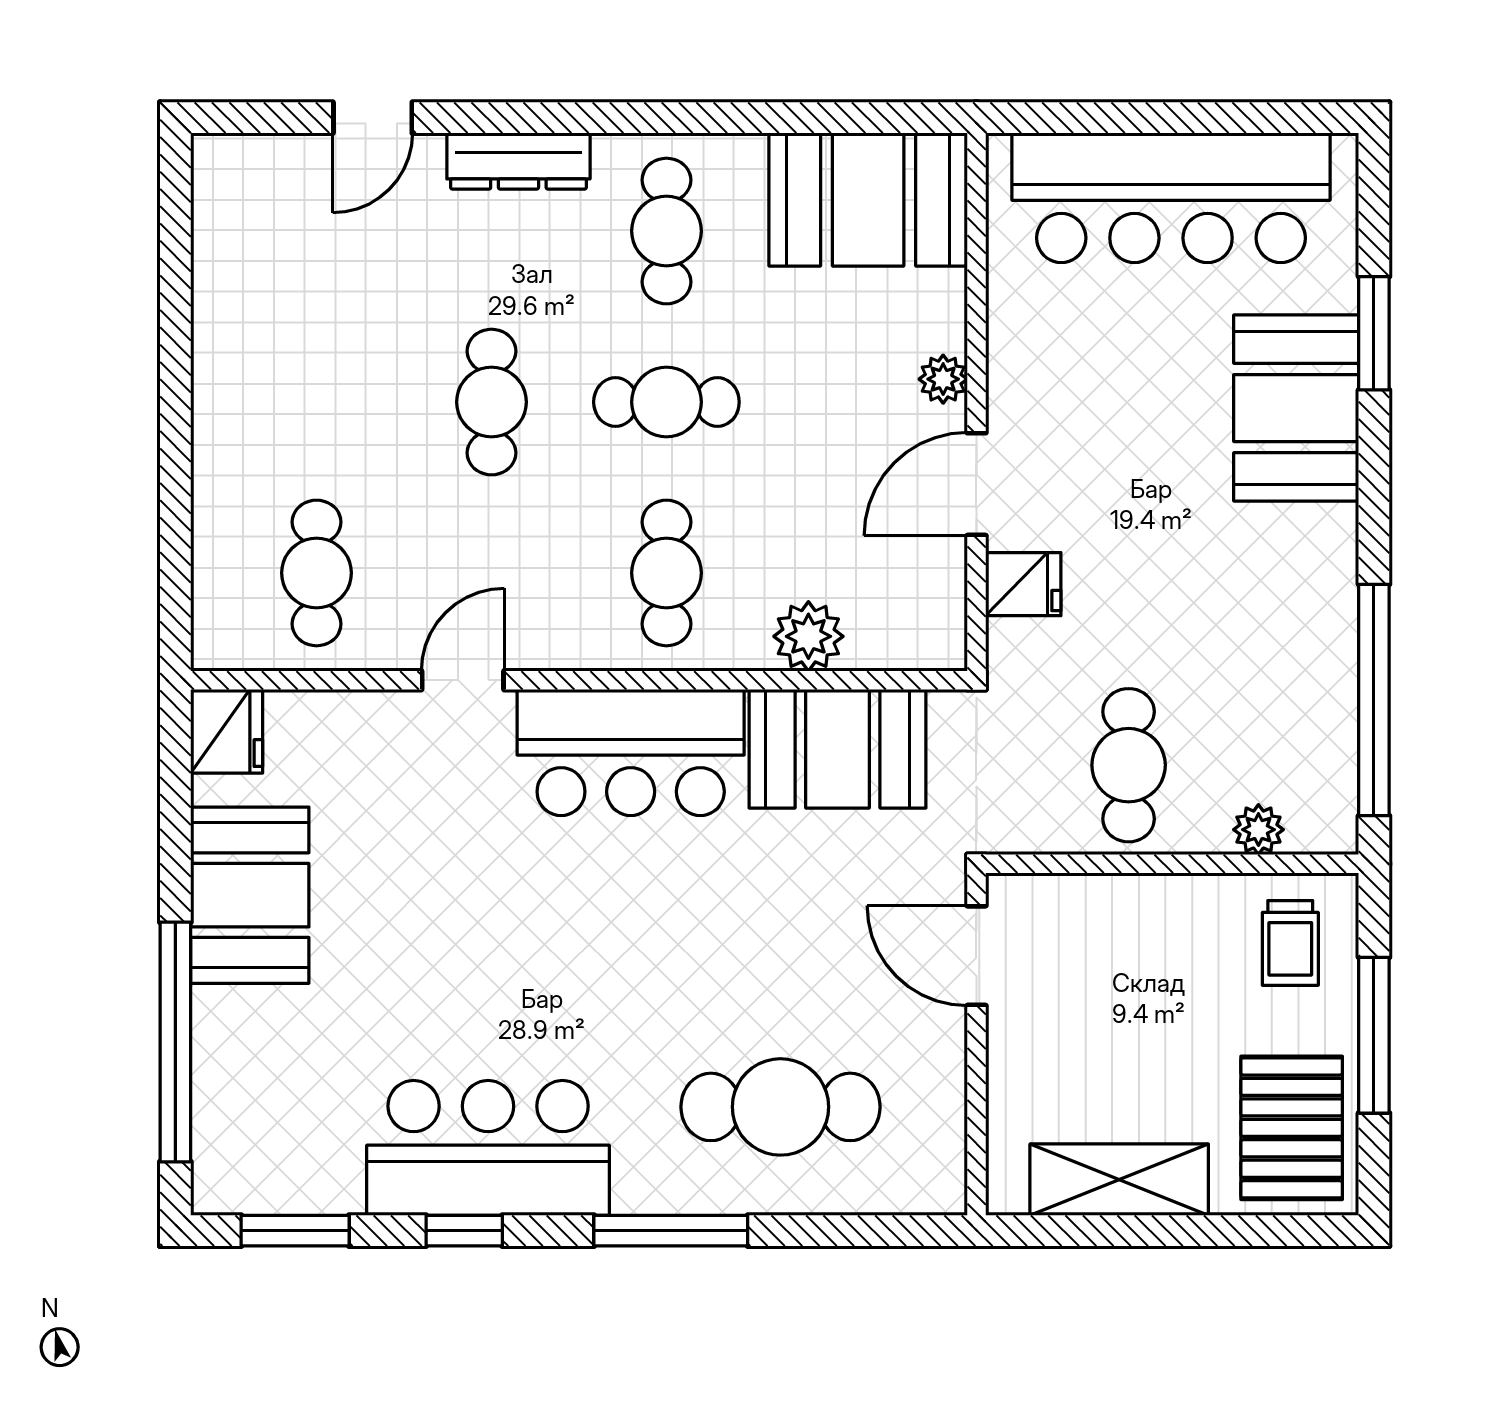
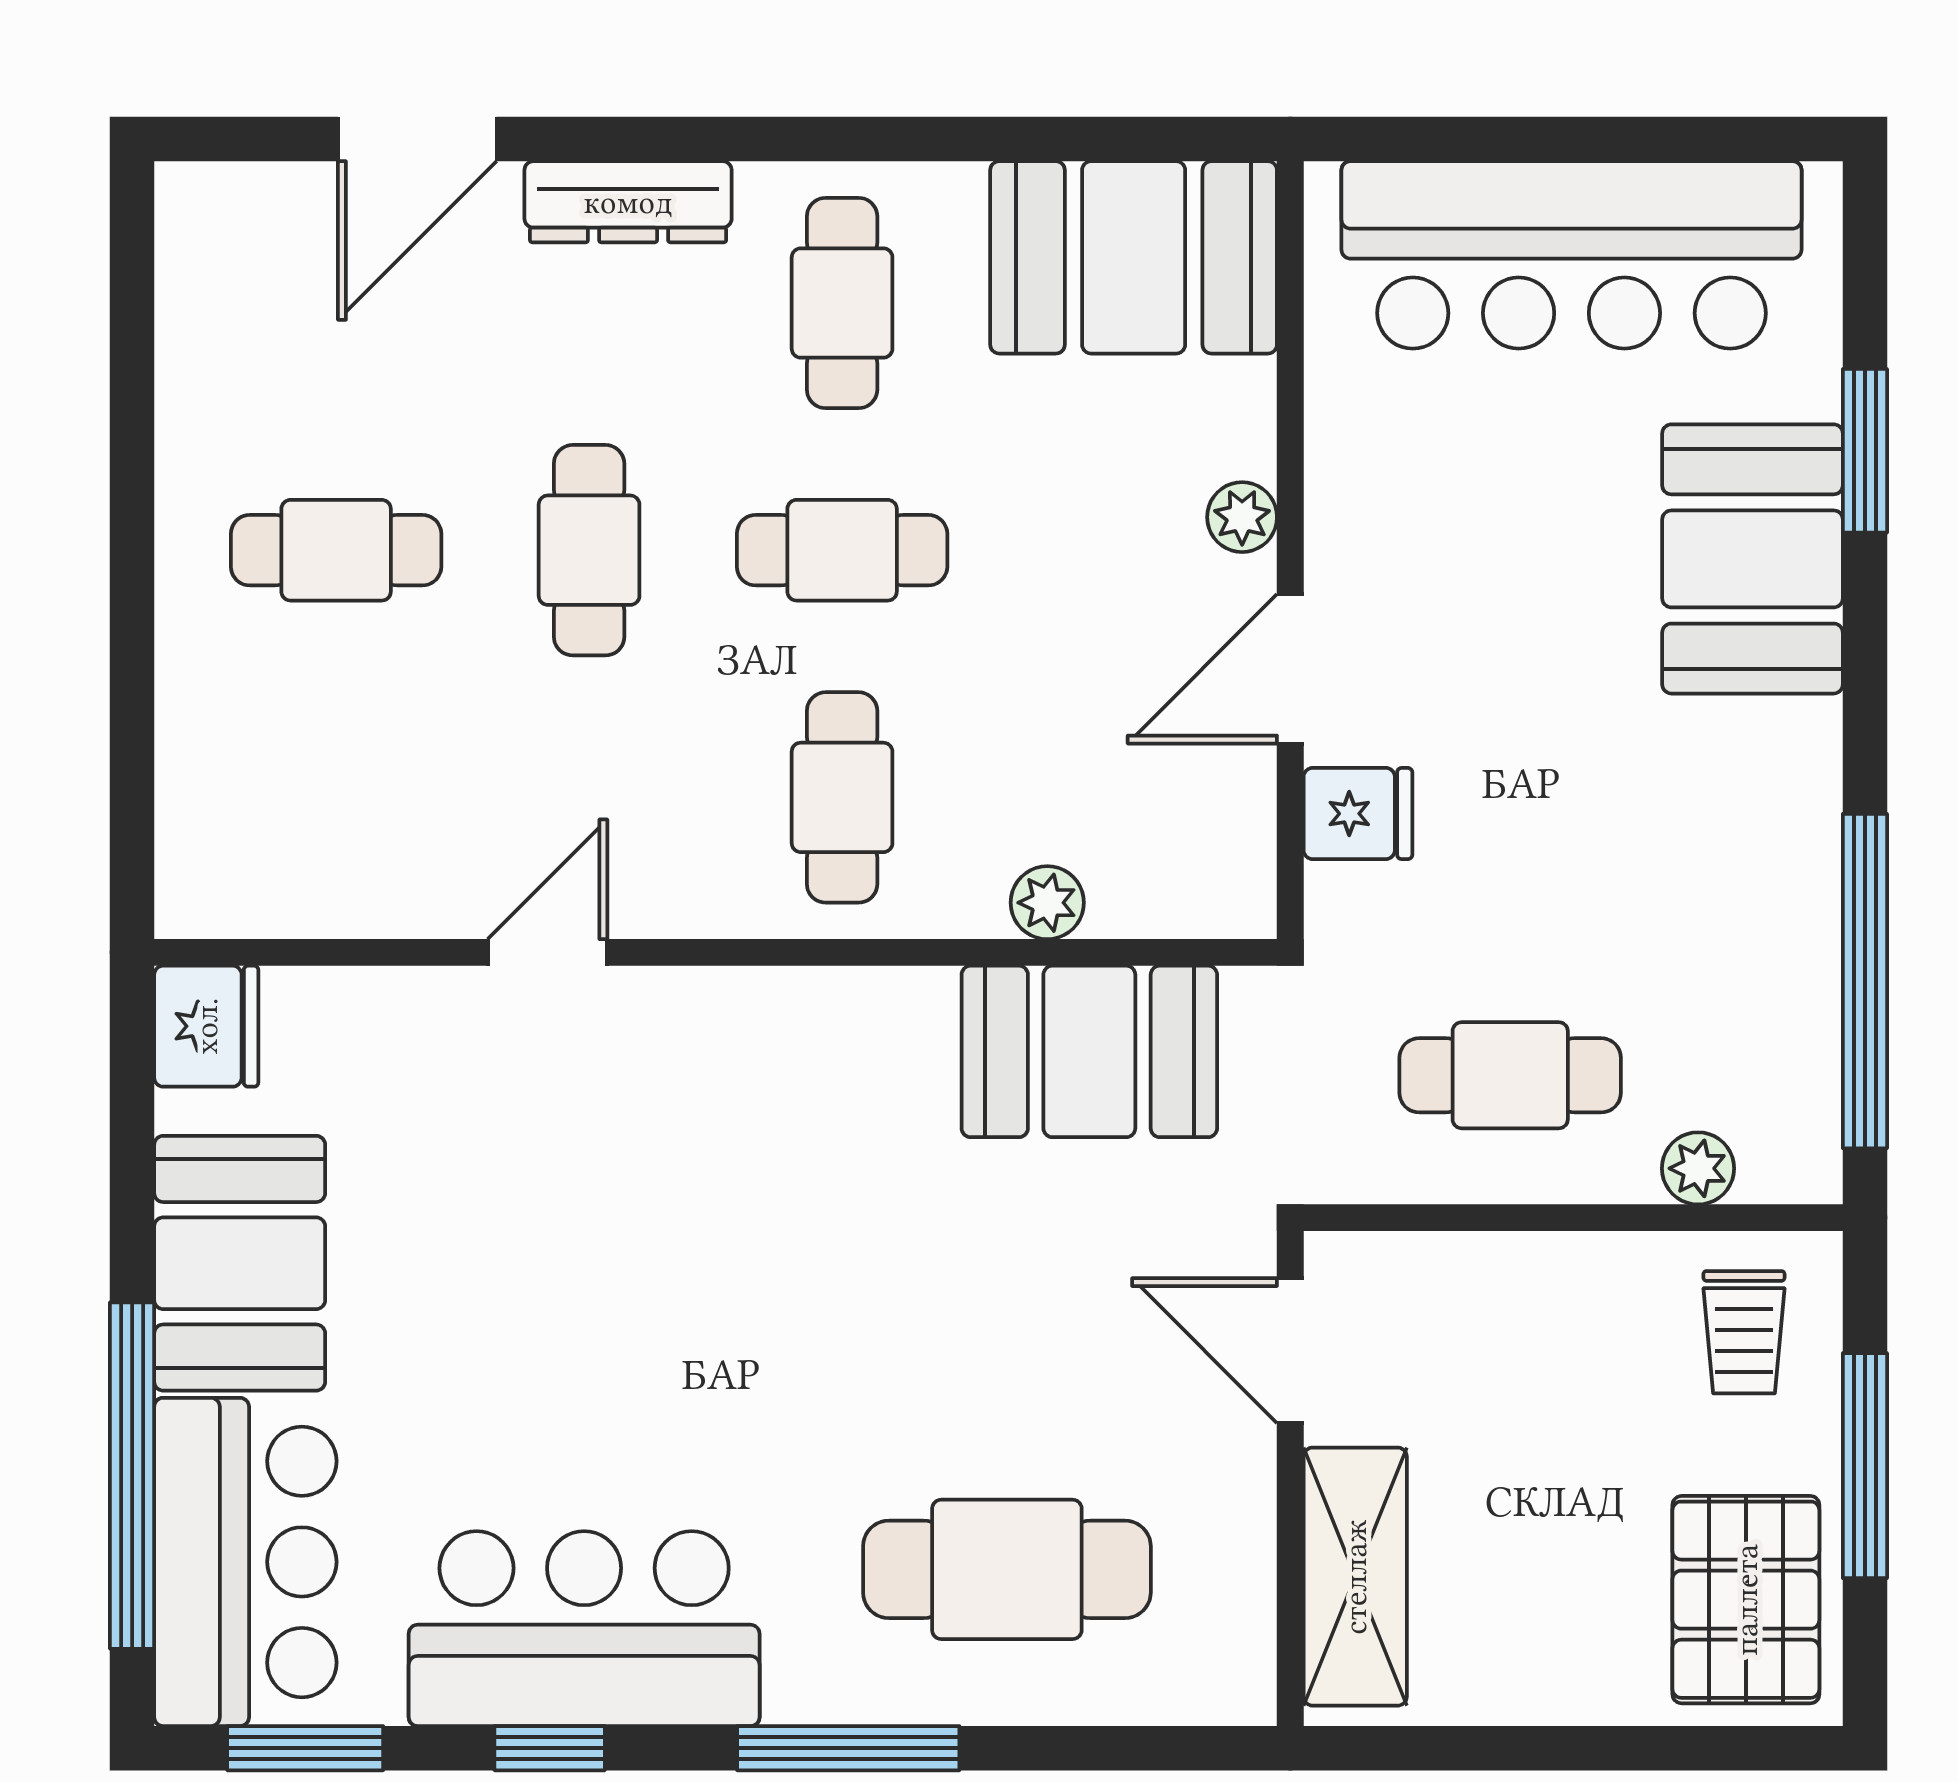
door: (373, 118) -> (417, 139), width x1.38
cafe table: (317, 573) -> (336, 550), moved, turned 90
plant: (808, 636) -> (1047, 903), width x0.73, depth x0.73
bar counter: (631, 752) -> (245, 1562), moved, turned -90
cafe table: (1129, 765) -> (1510, 1075), turned 90
shelving: (1119, 1180) -> (1355, 1577), moved, turned 90

